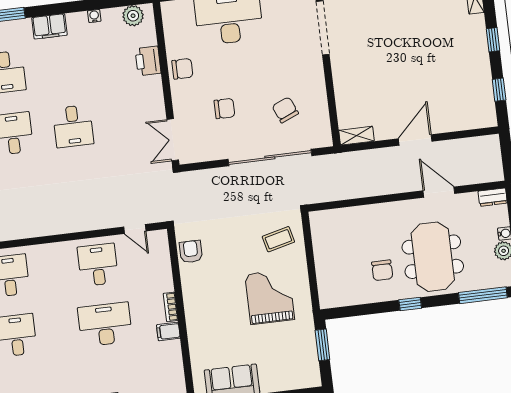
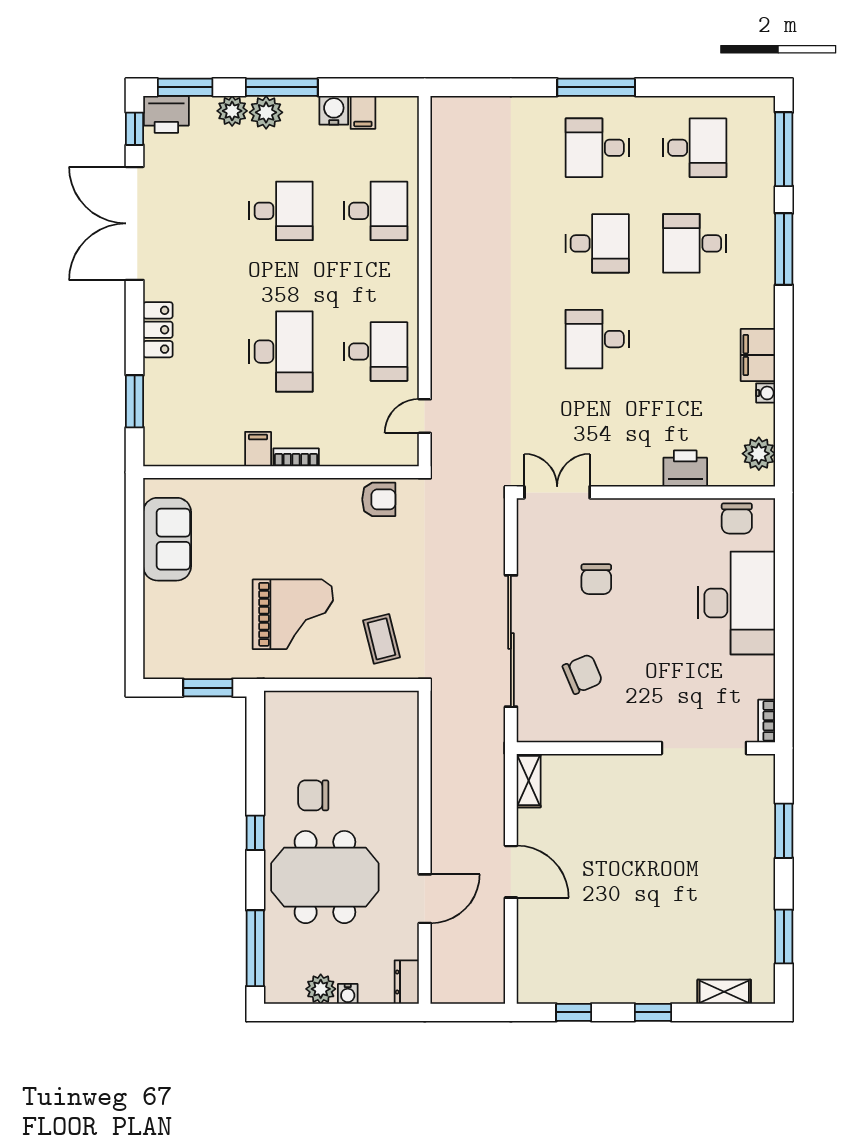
filing cabinet: (49, 26) -> (758, 355), moved
chair: (182, 69) -> (737, 518), moved

